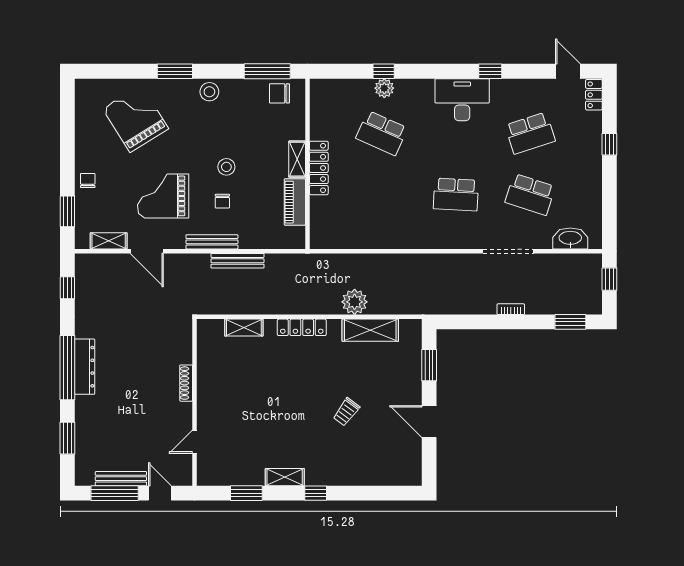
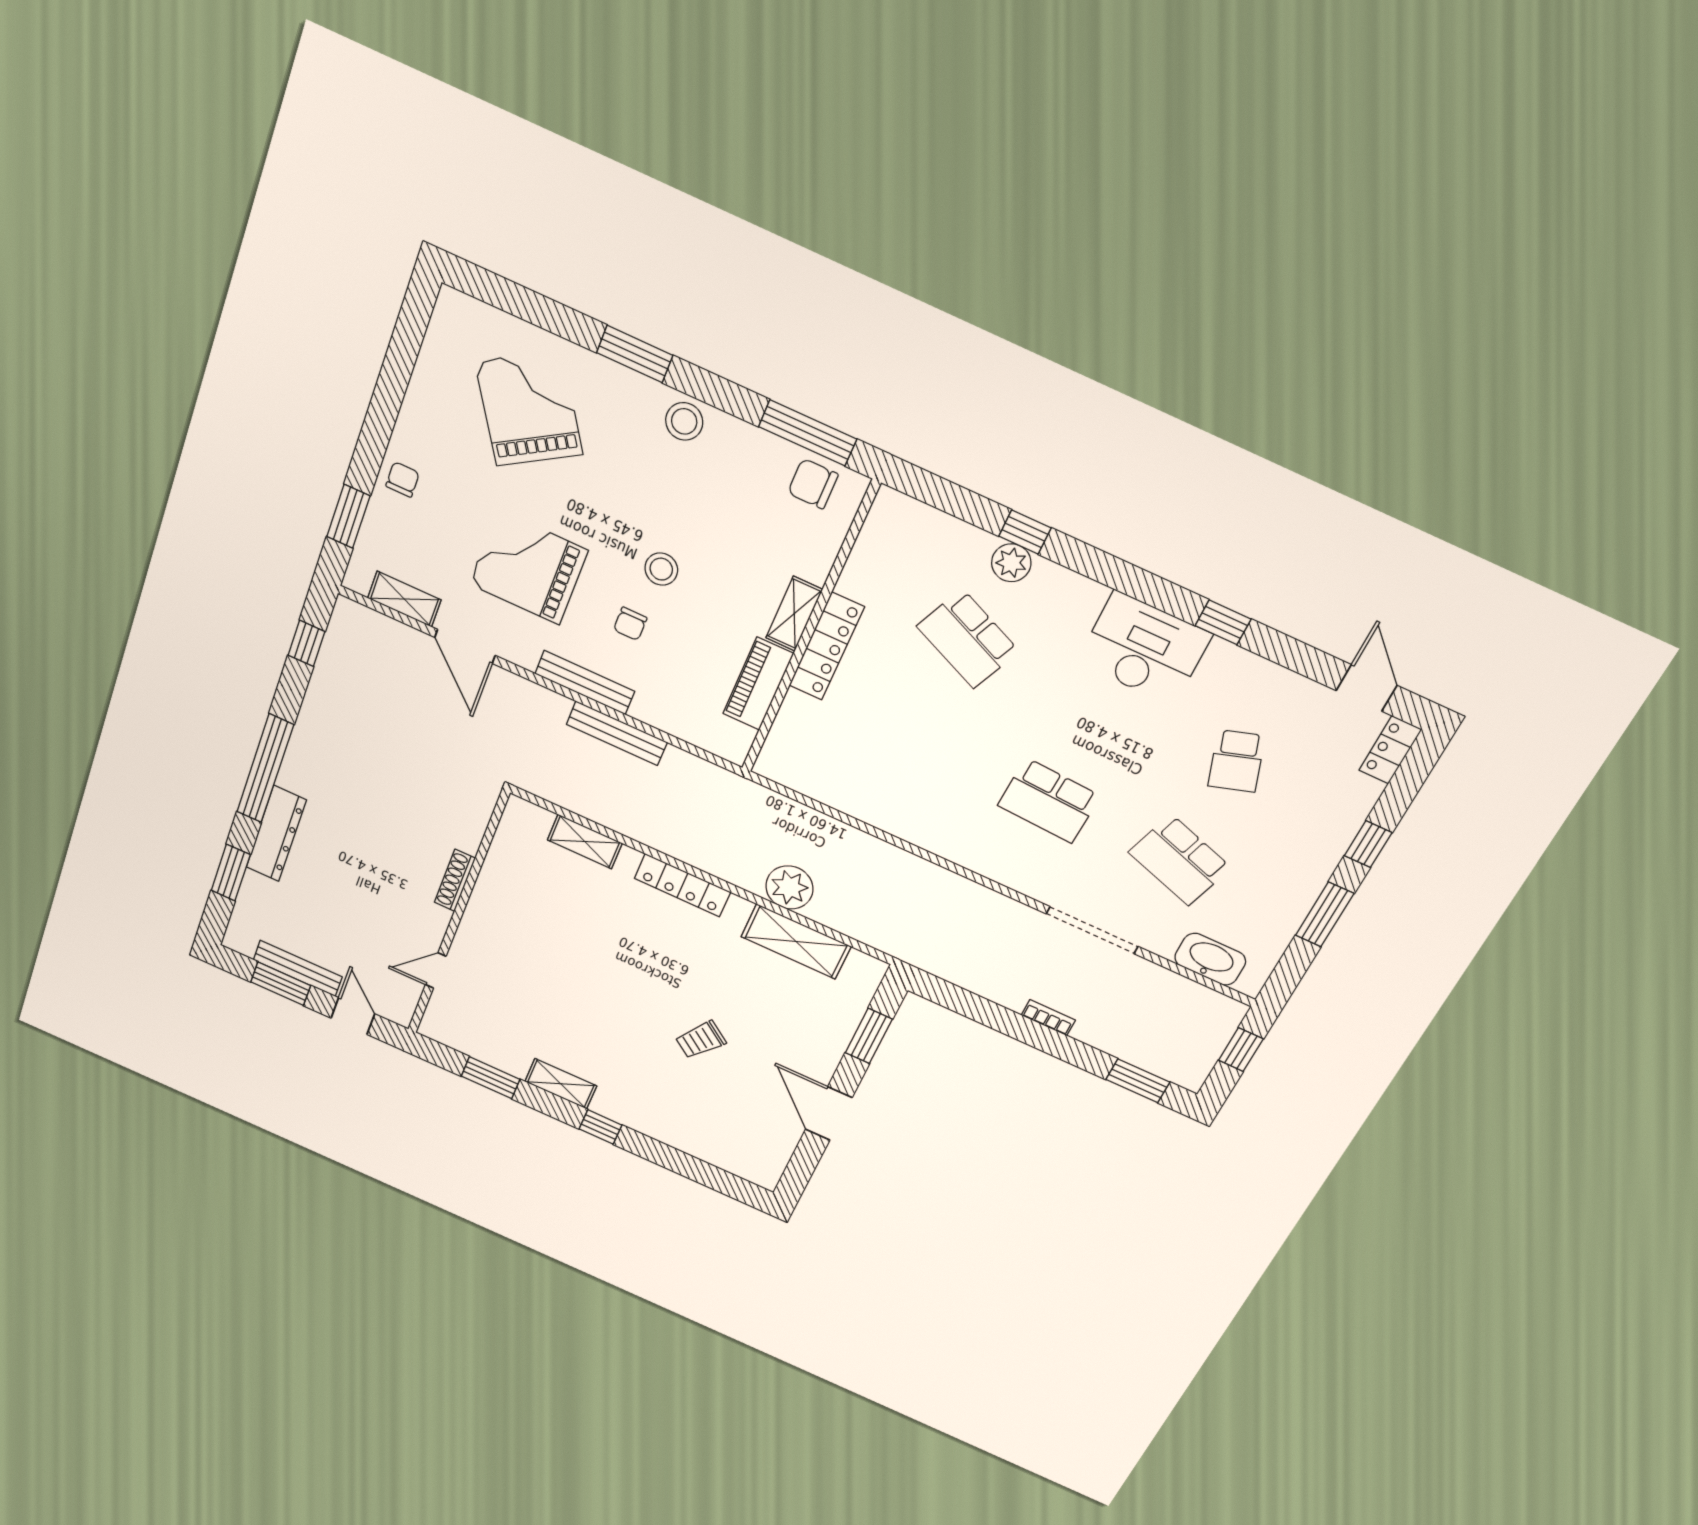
school desk: (530, 133) -> (1237, 761), width x0.54
window: (609, 189) -> (1325, 914), added
dresser: (85, 367) -> (276, 834), moved
window: (115, 493) -> (281, 984), width x0.69

